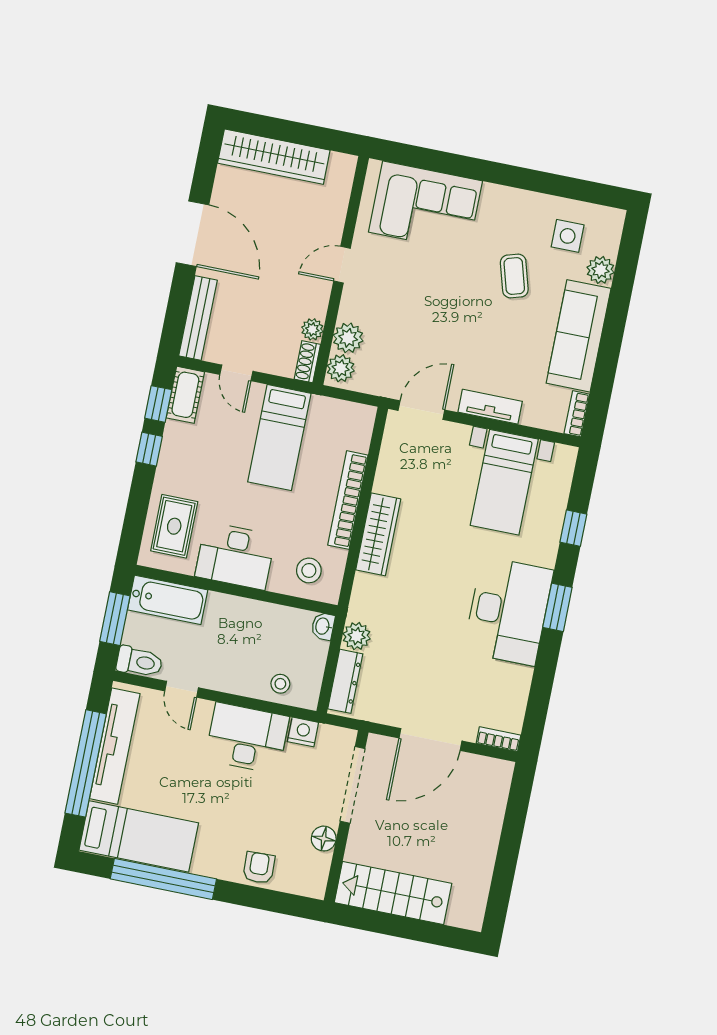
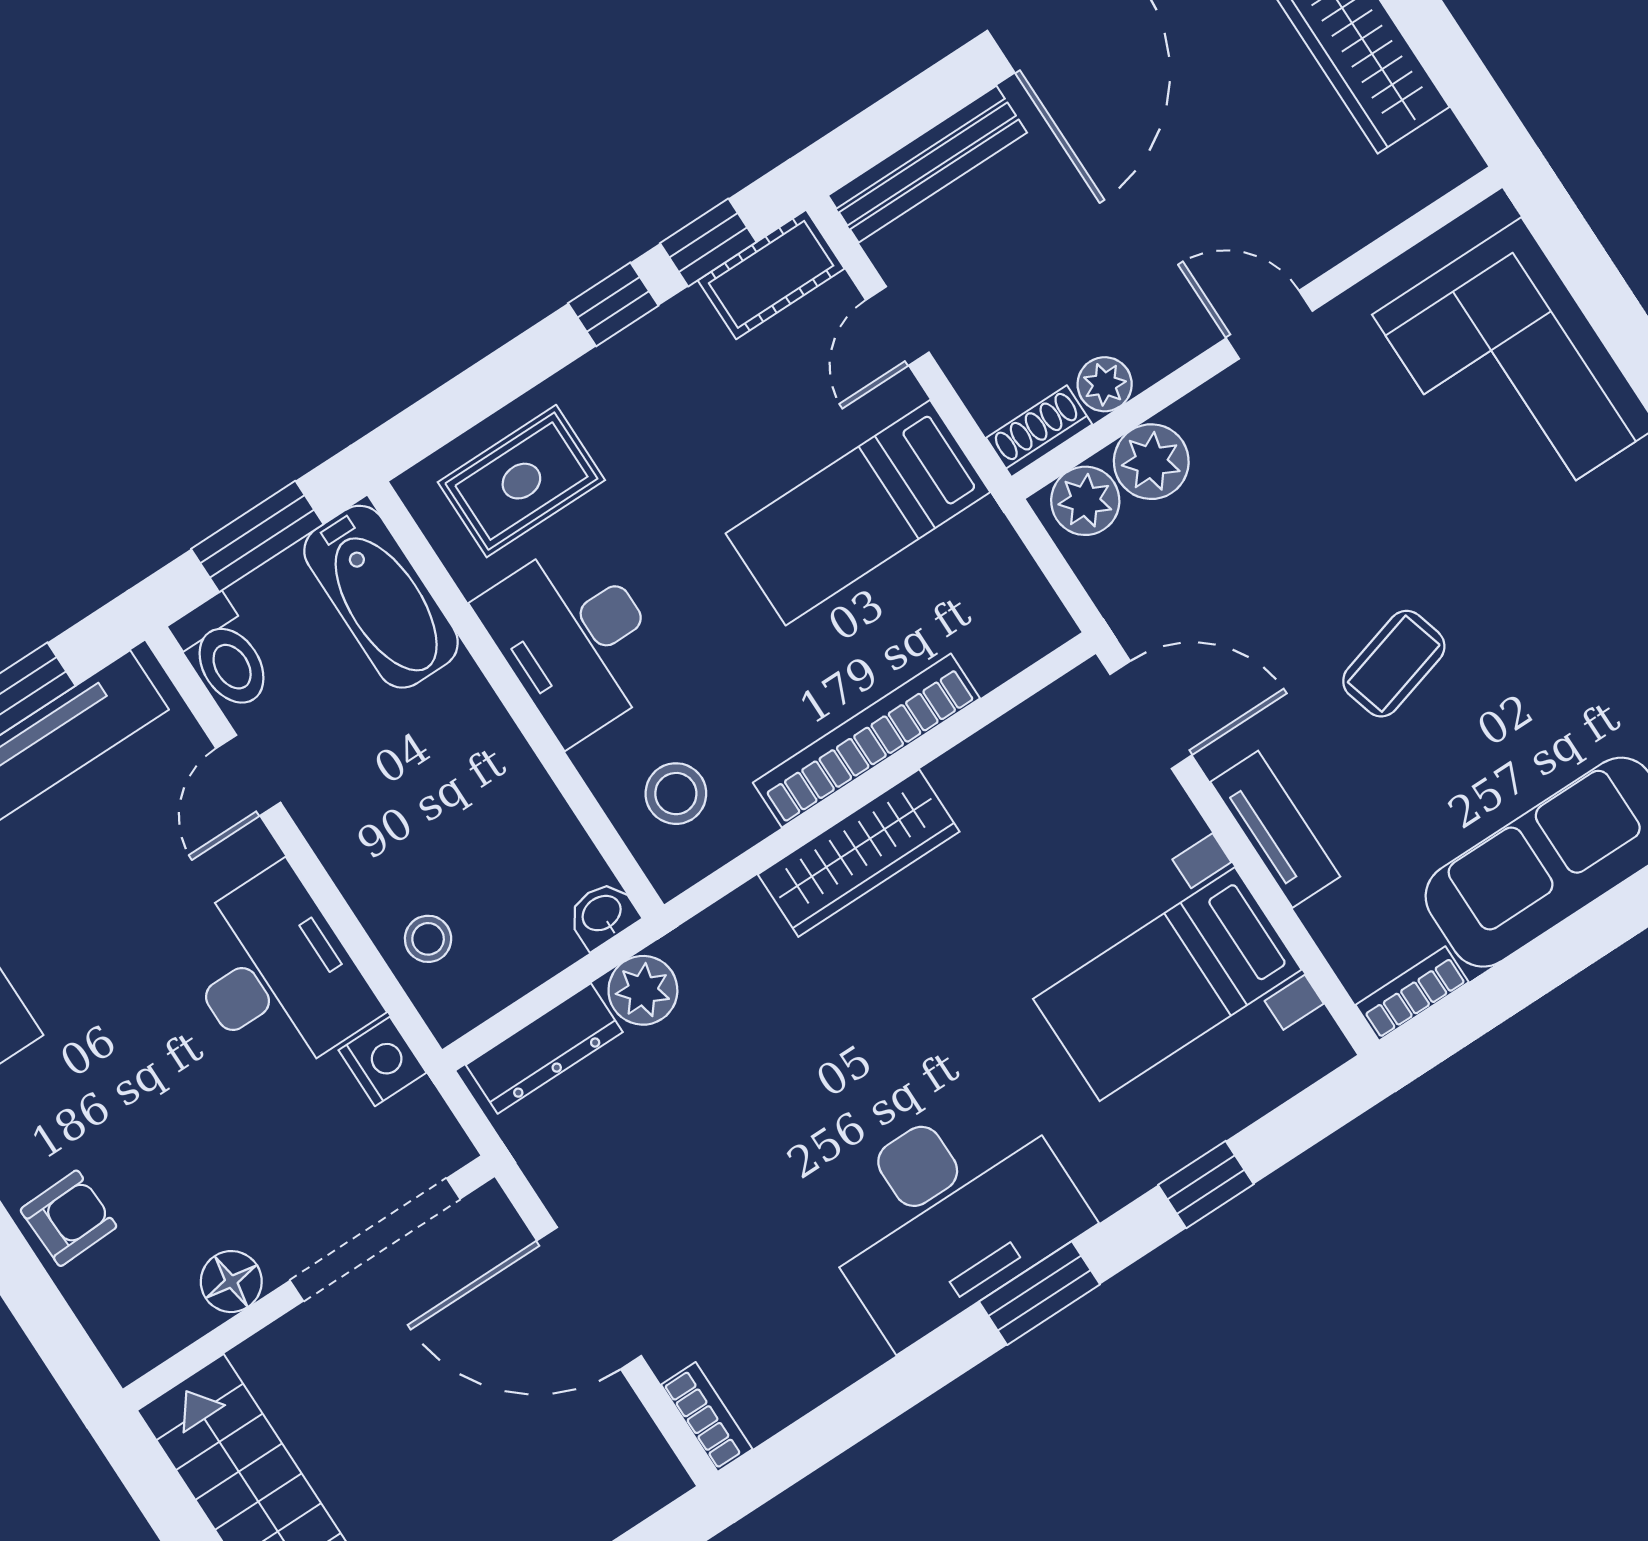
coffee table: (514, 276) -> (1394, 664), moved

